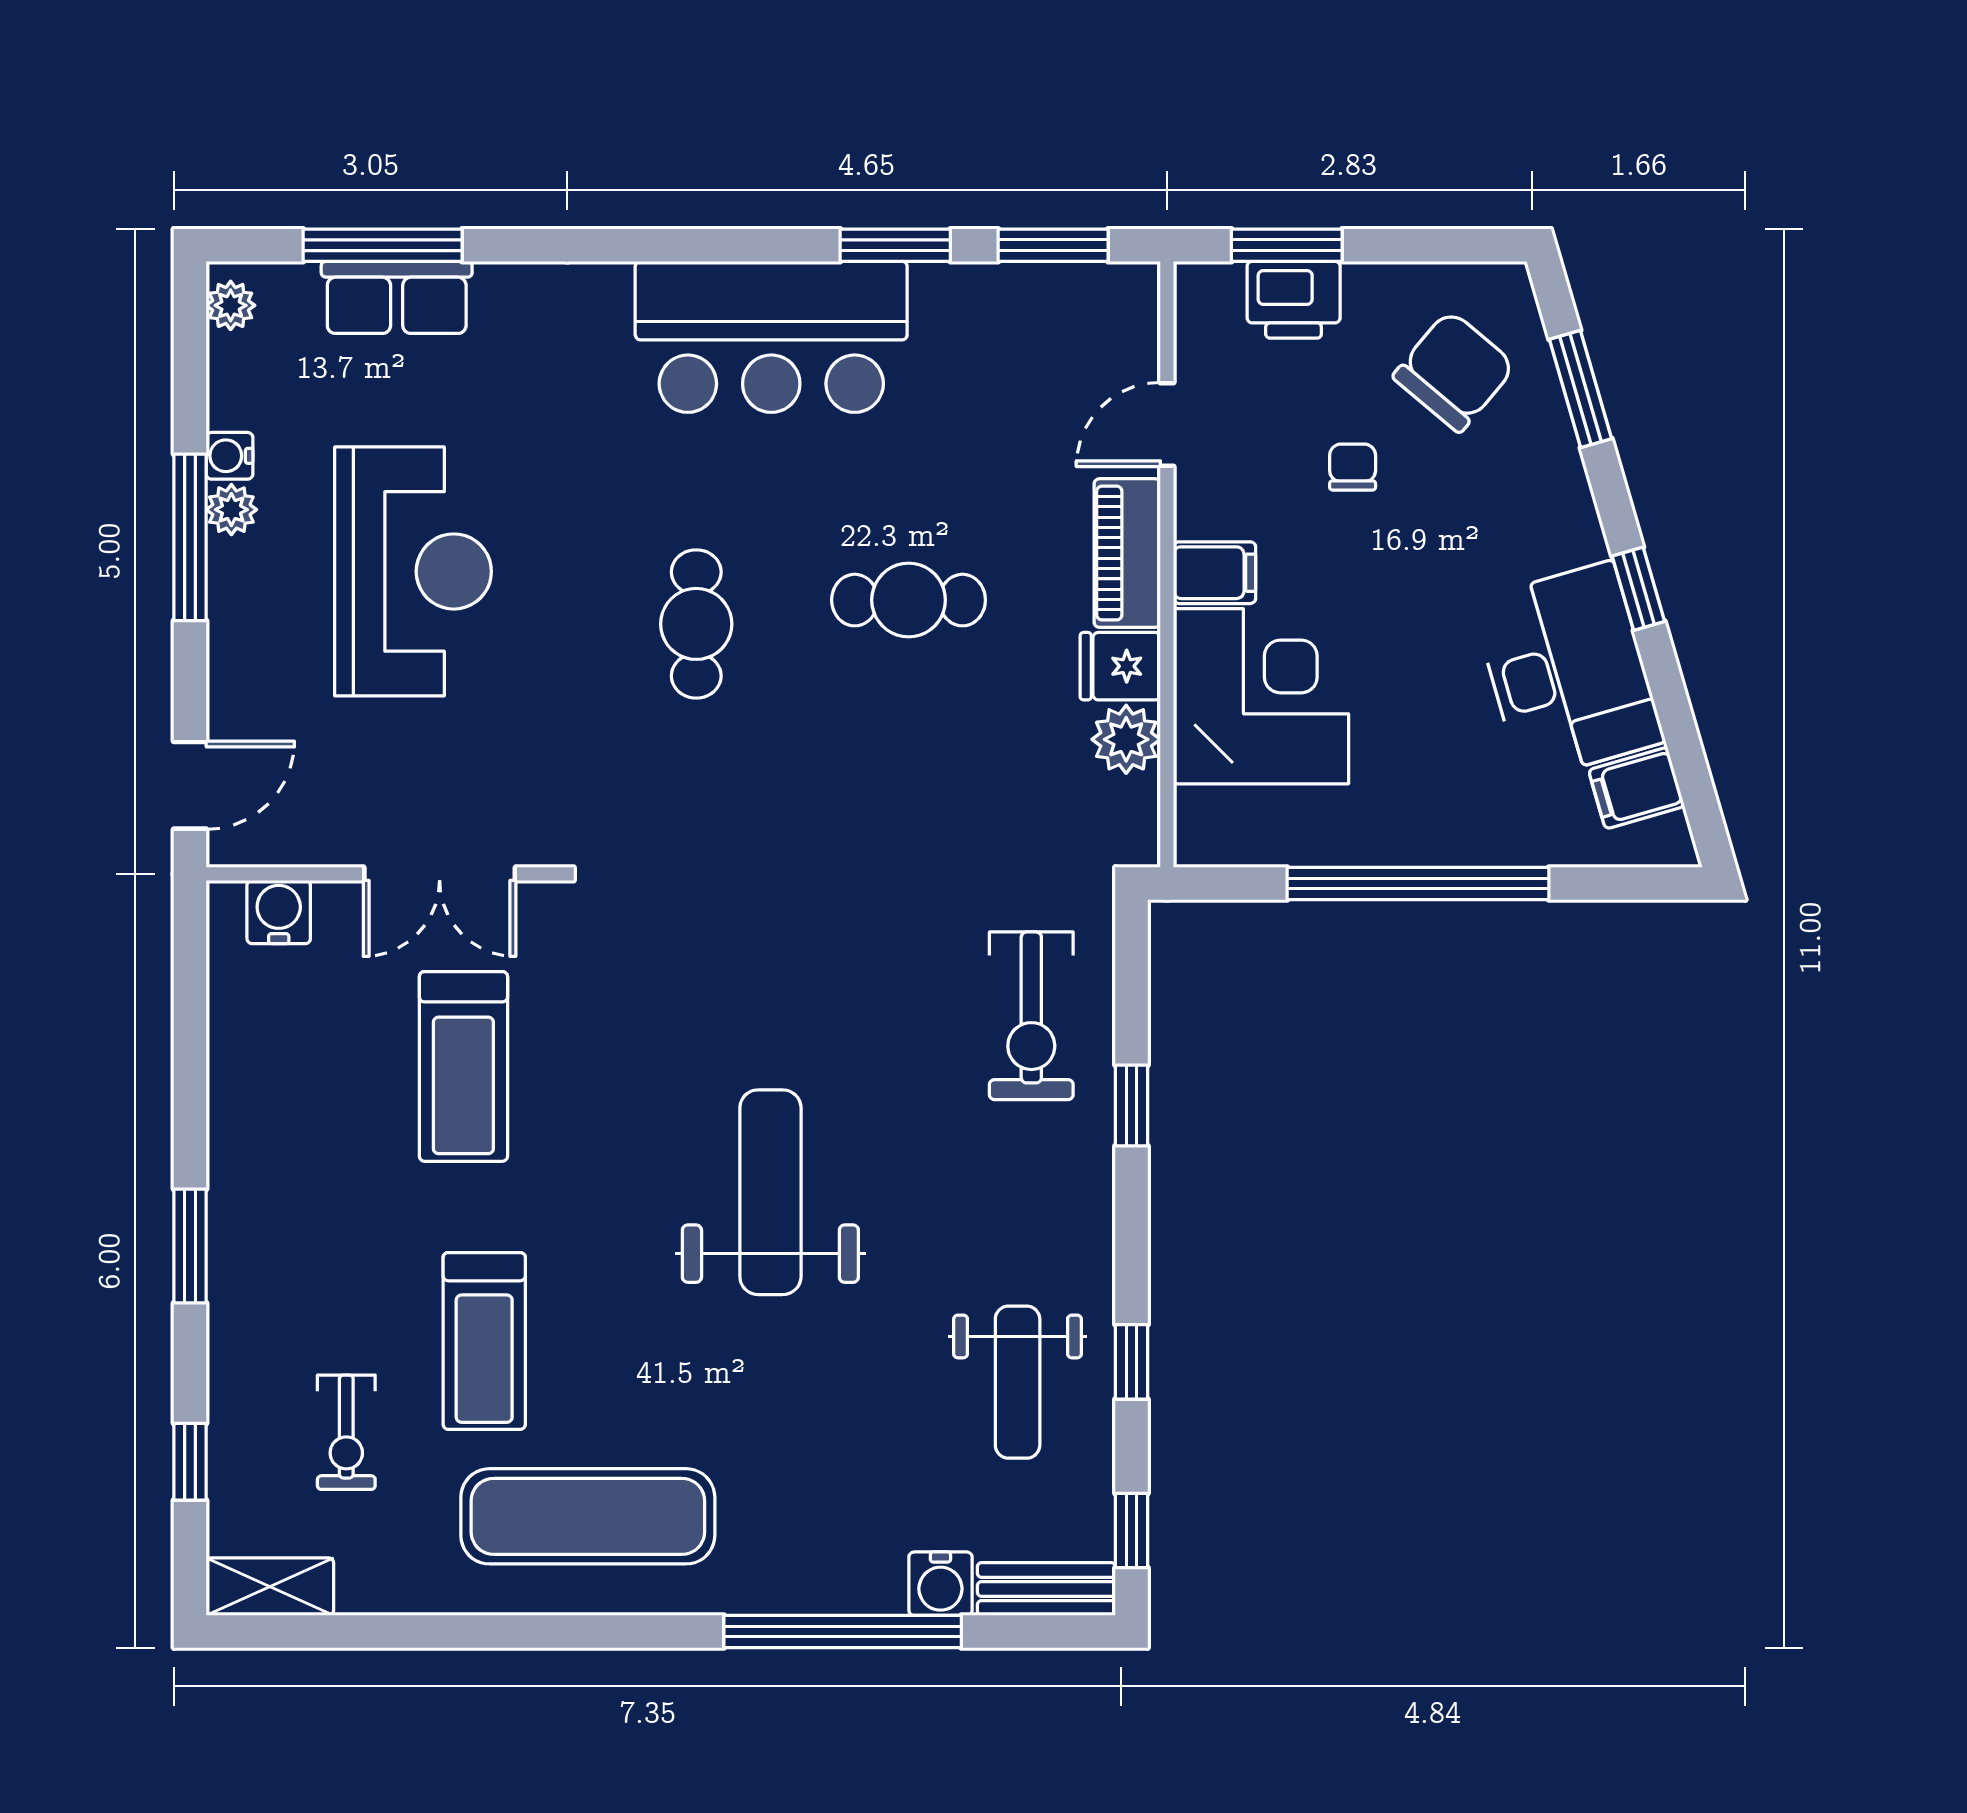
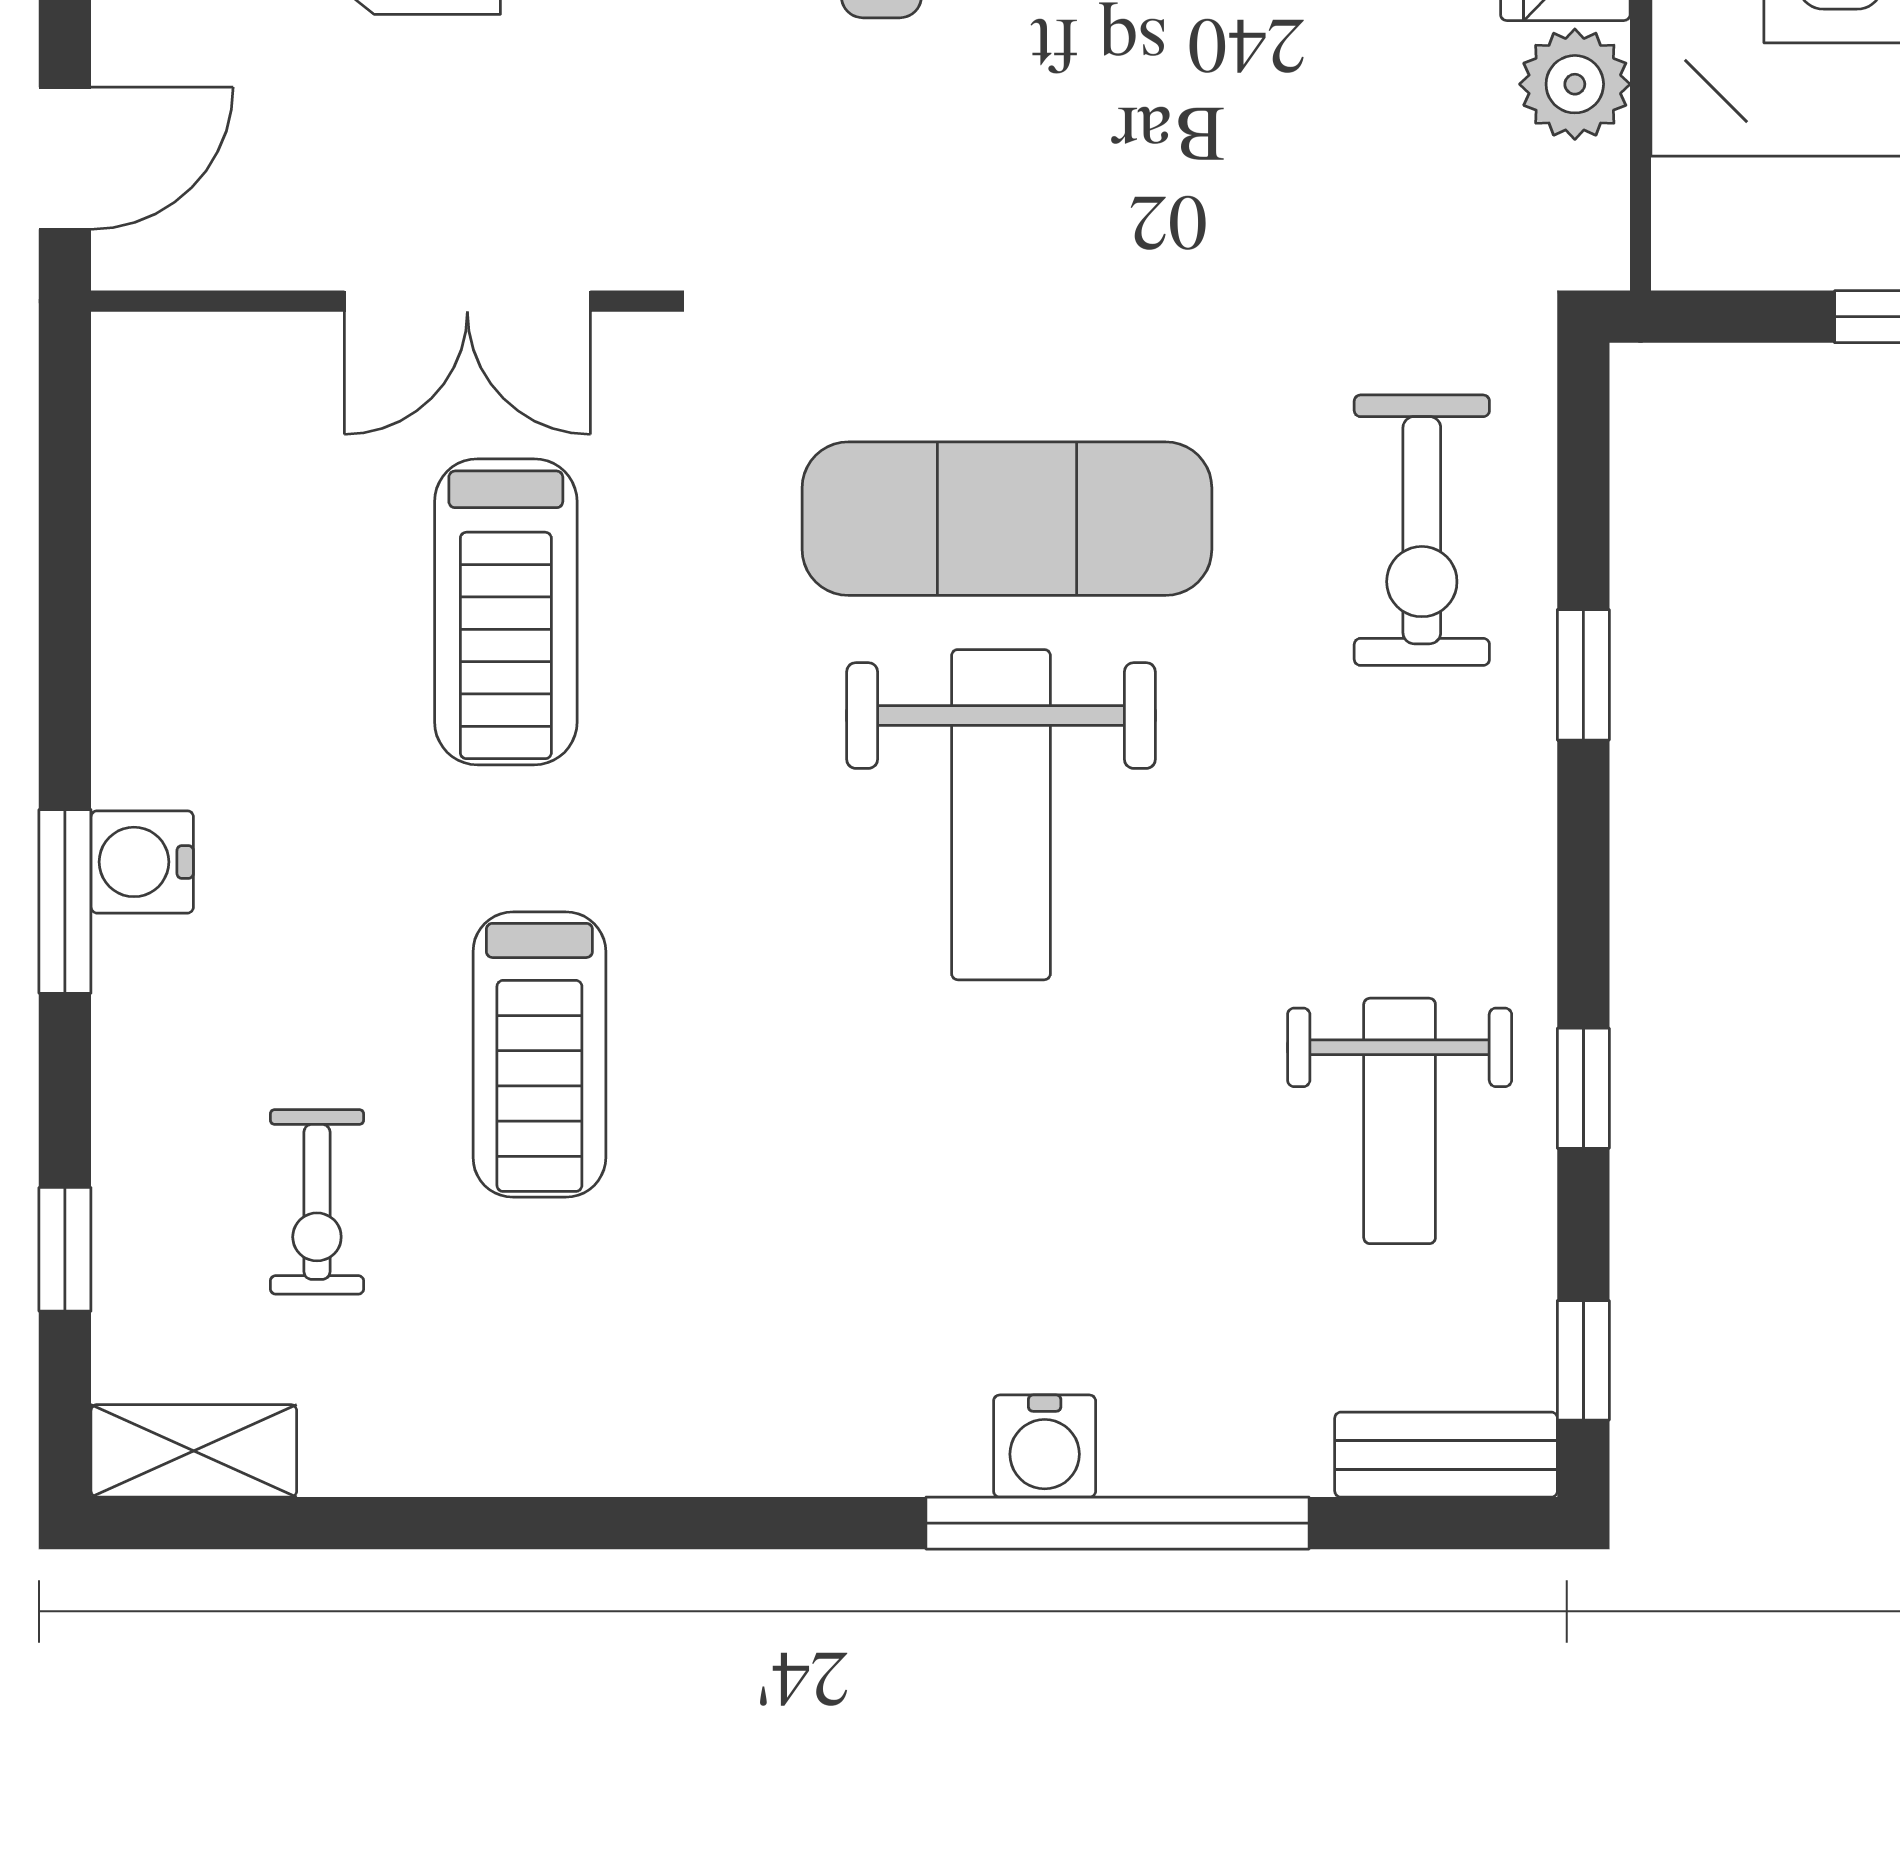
water cooler: (279, 912) -> (142, 862), moved, turned -90
weight bench: (770, 1192) -> (1001, 815), turned 180
exercise mat: (588, 1516) -> (1007, 519), moved
water cooler: (940, 1584) -> (1045, 1446), moved

